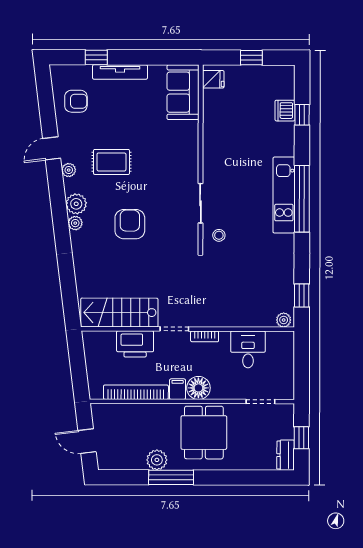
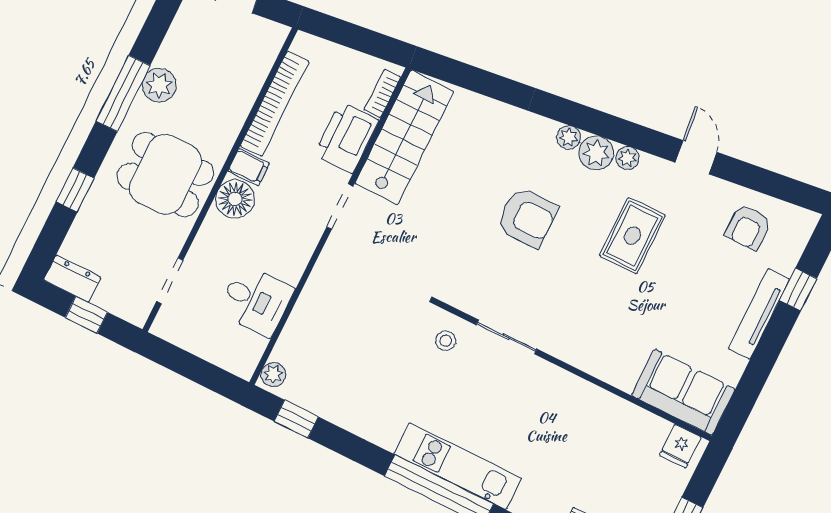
plant: (69, 170) -> (627, 158), moved
bookcase: (205, 336) -> (382, 93), moved
window: (236, 478) -> (75, 190), added

